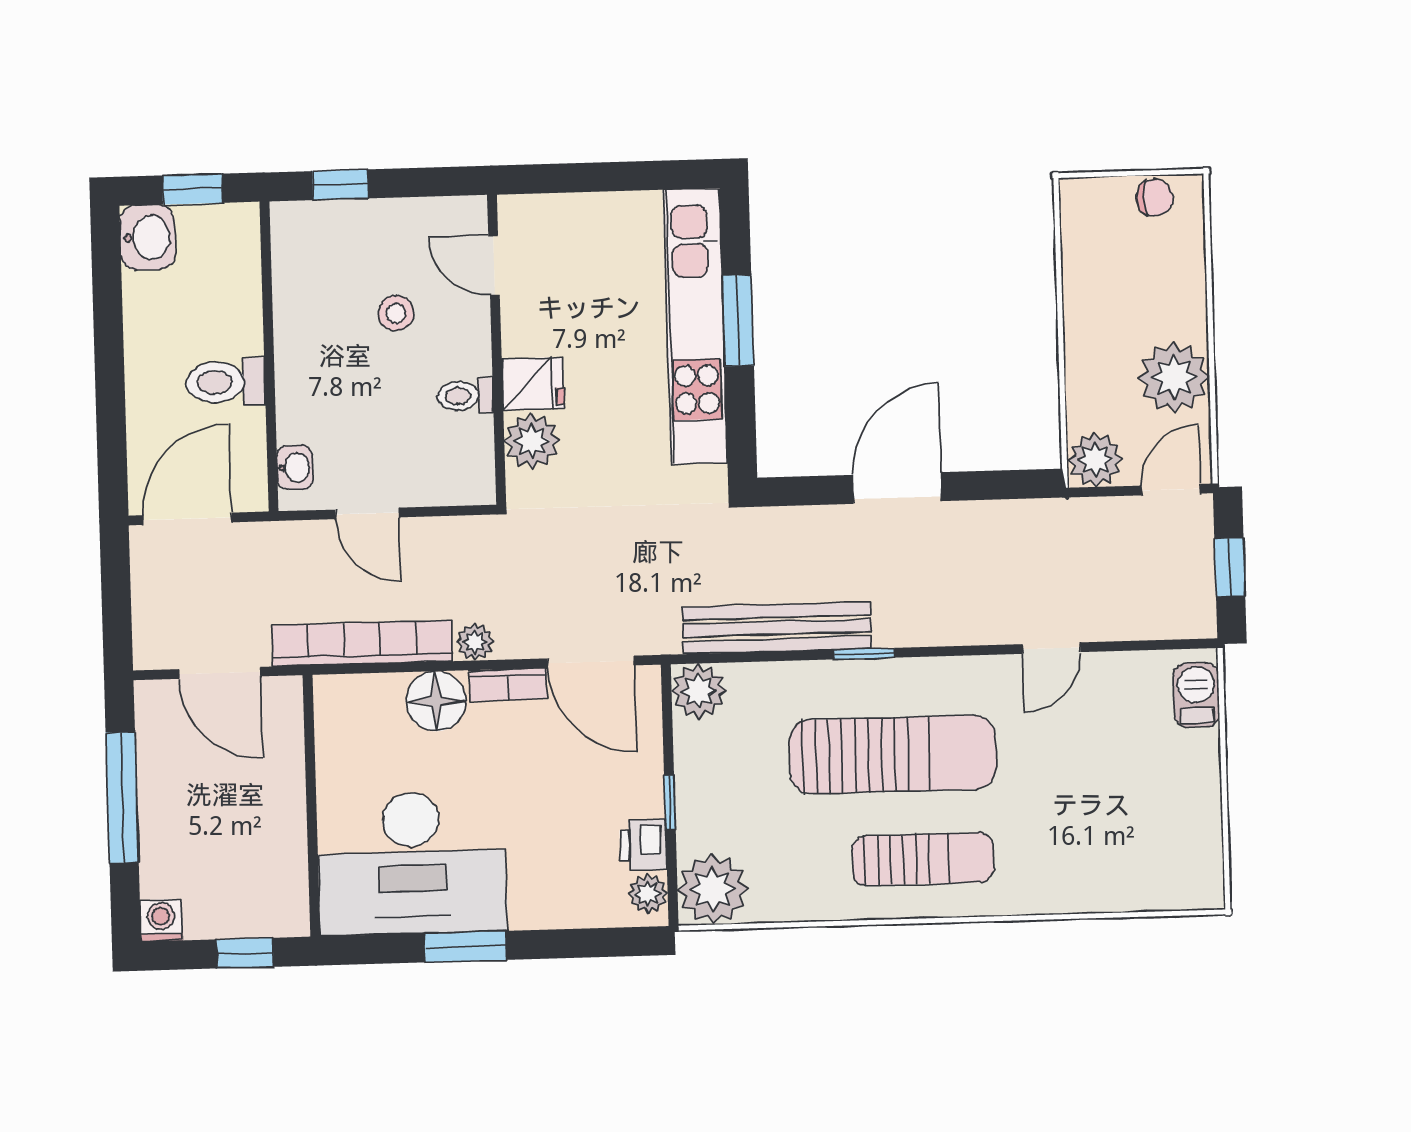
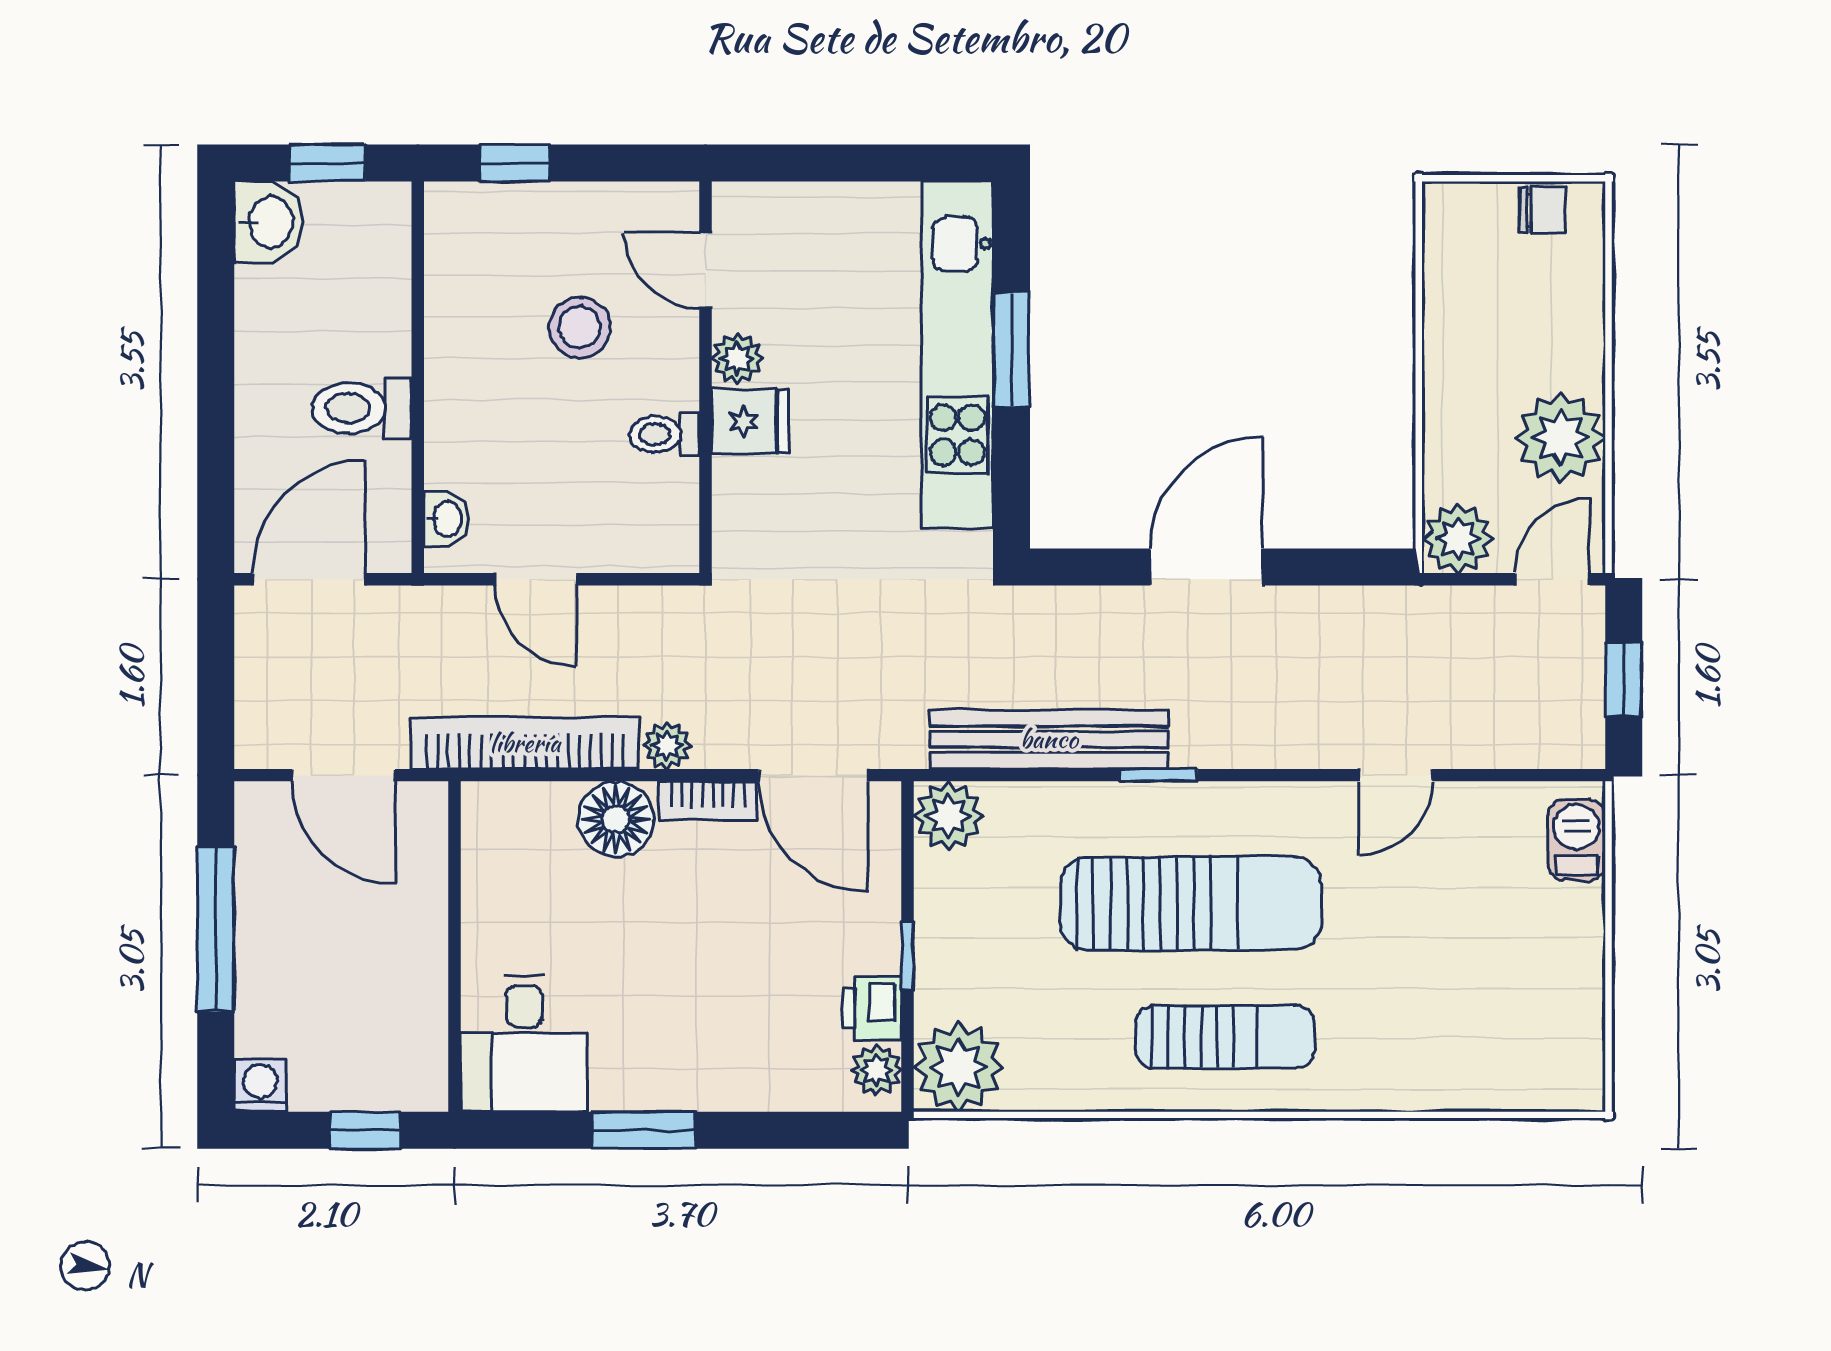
stool: (396, 313) -> (580, 327), width x1.37, depth x1.37
plant: (532, 441) -> (737, 358), moved, width x0.73, depth x0.73
desk: (412, 863) -> (524, 1043), width x0.53, depth x0.77

